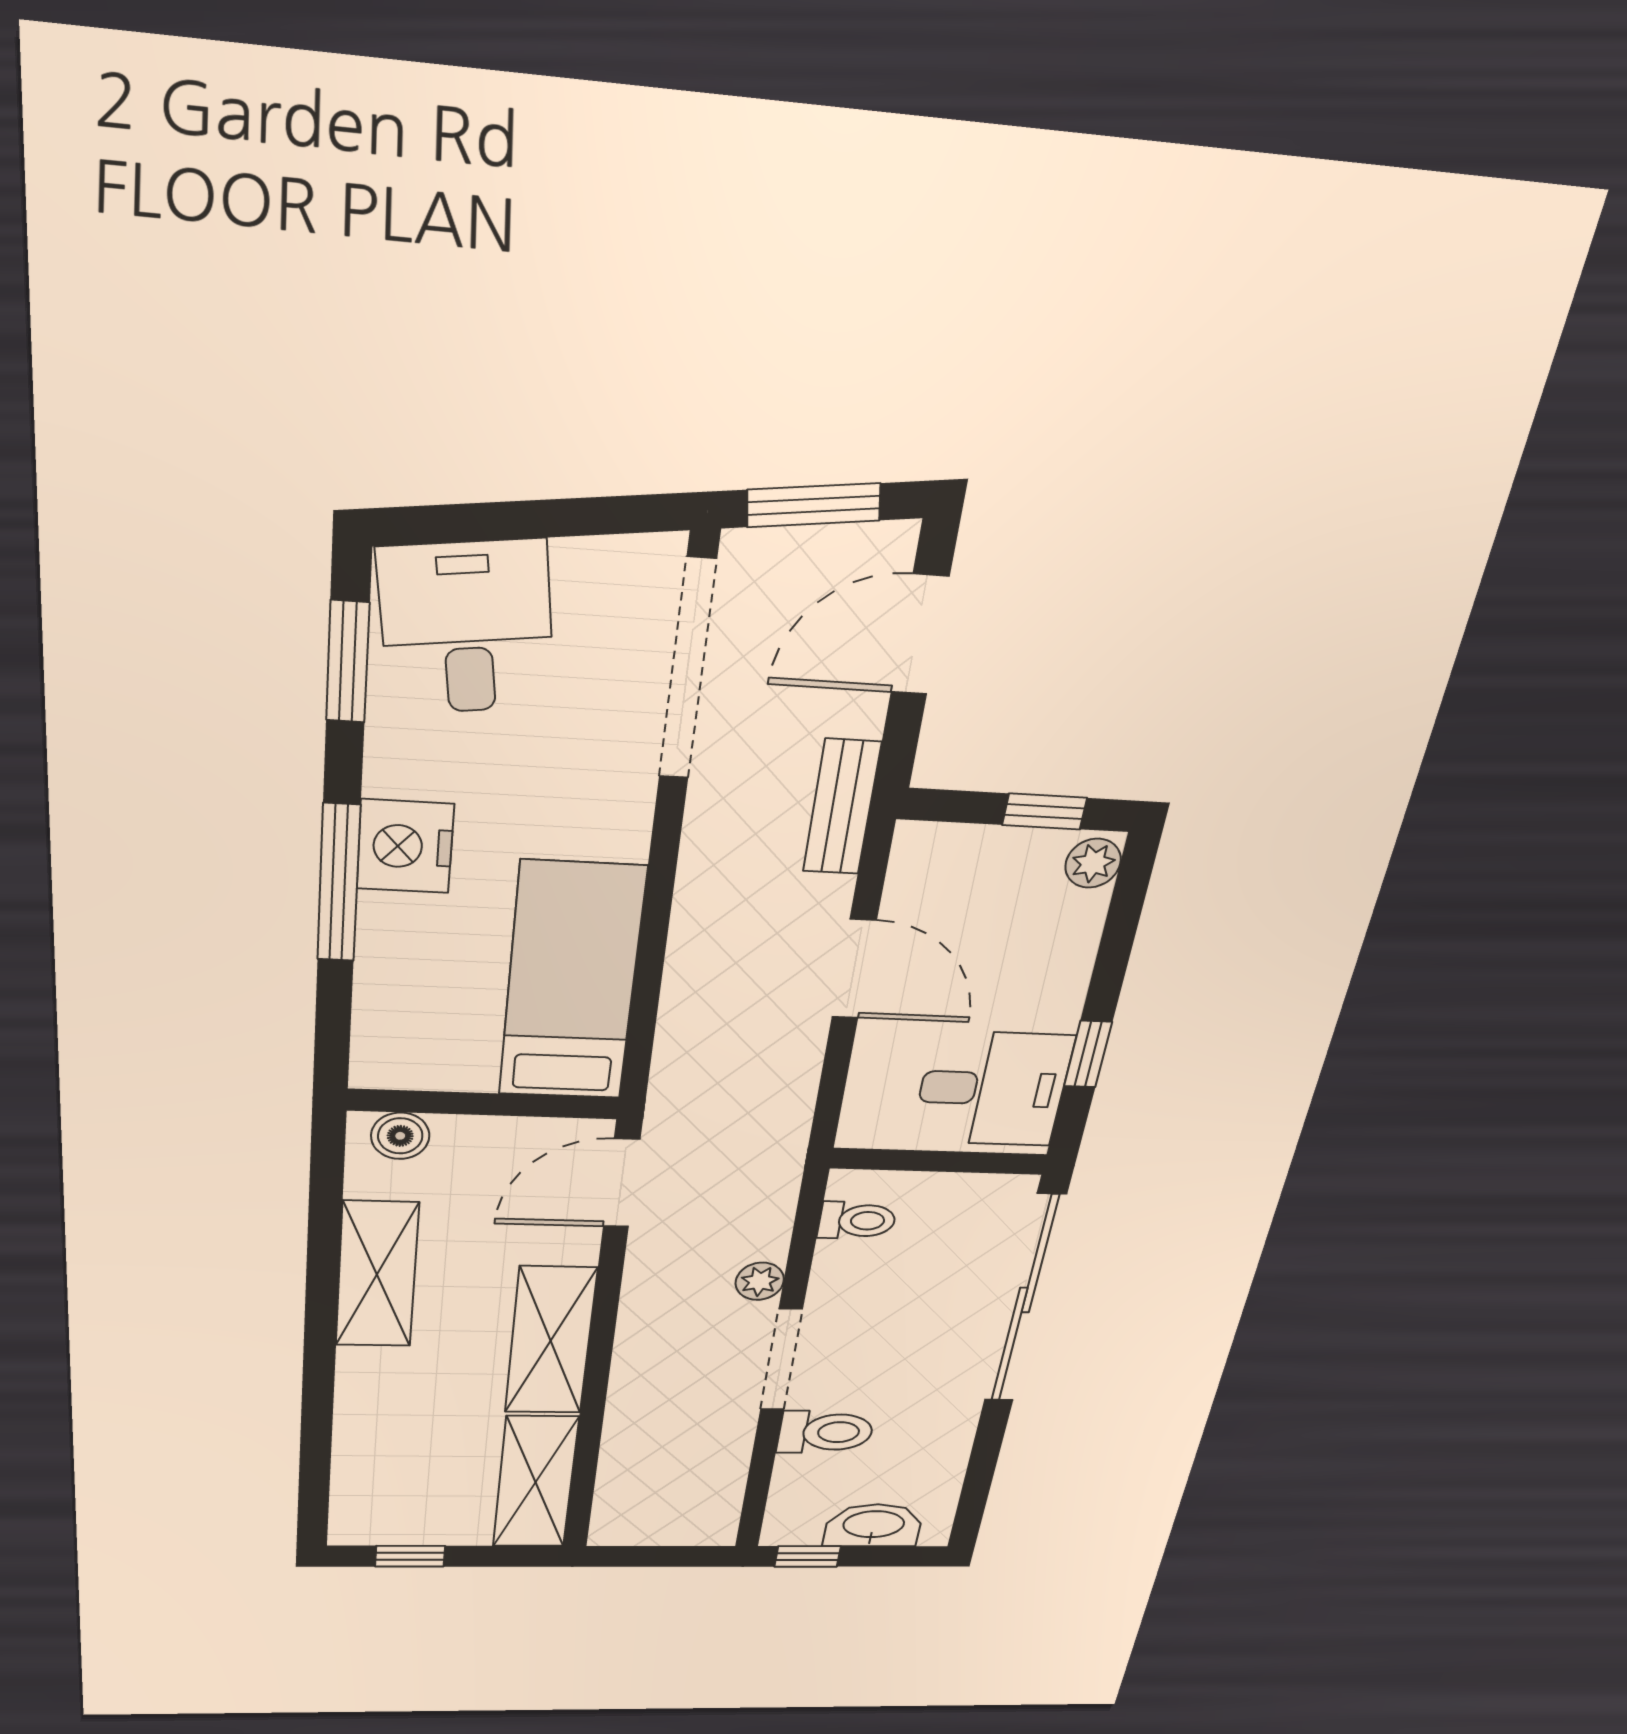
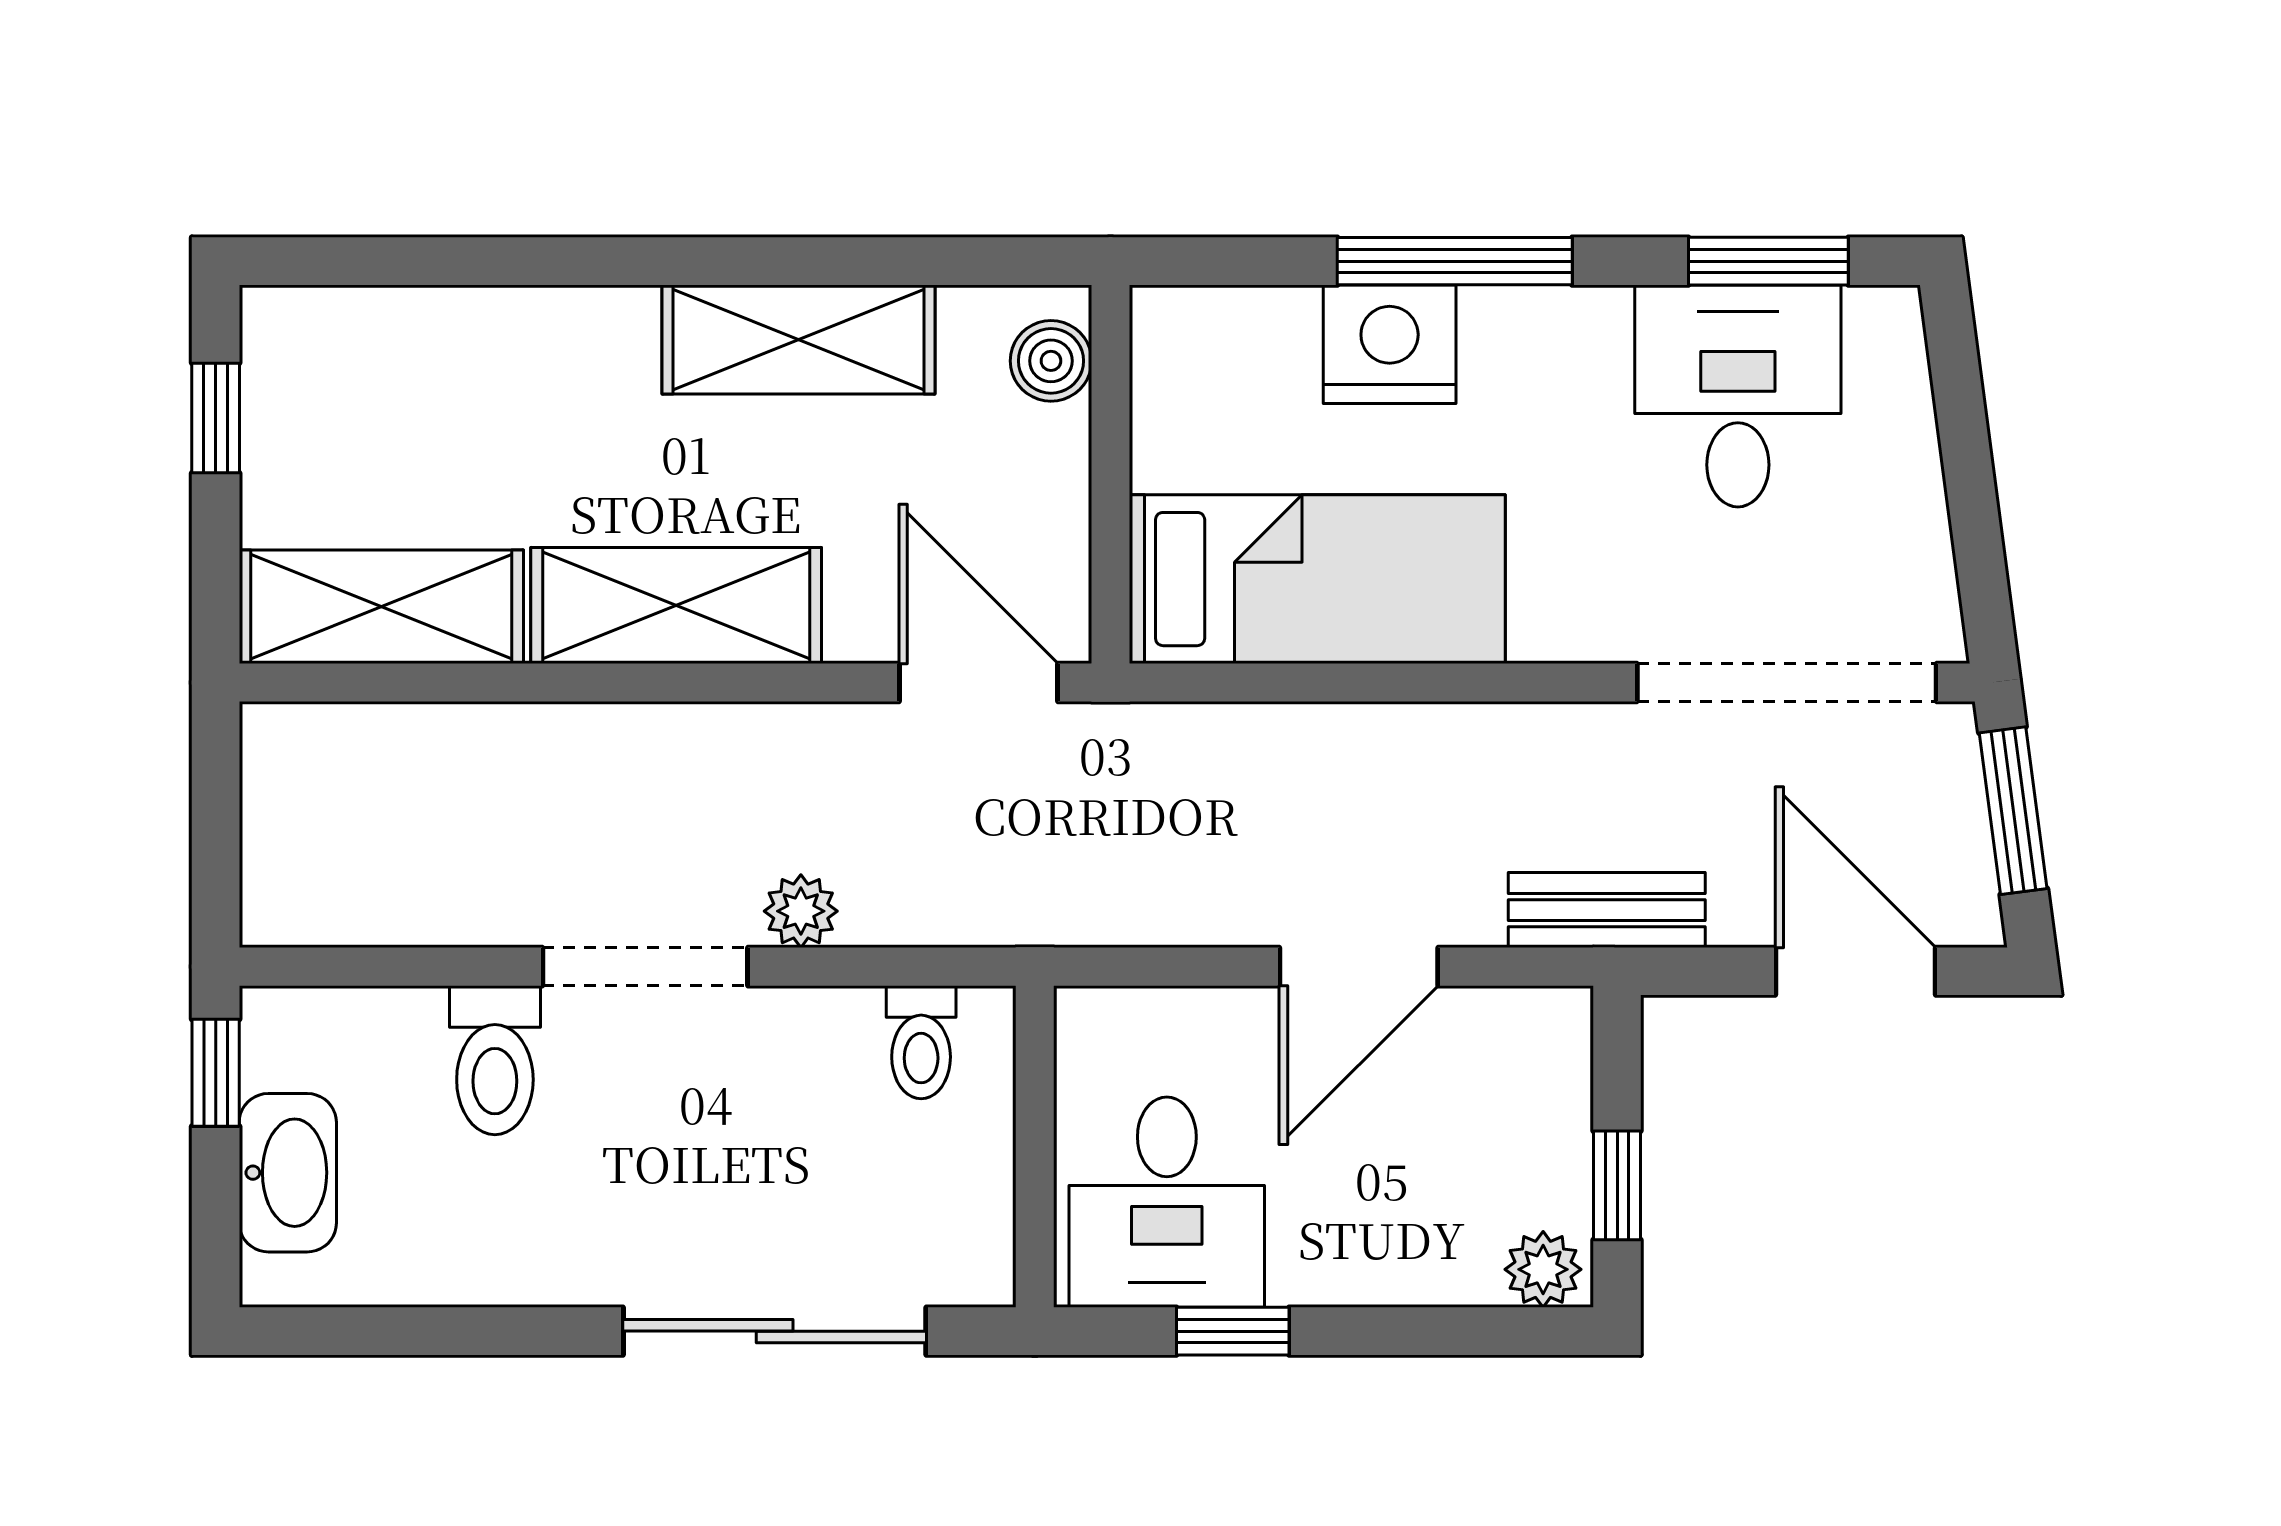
desk: (467, 628) -> (1738, 396), moved, turned -82
nightstand: (405, 846) -> (1390, 344), moved
sliding door: (1025, 1300) -> (775, 1331), width x0.73

